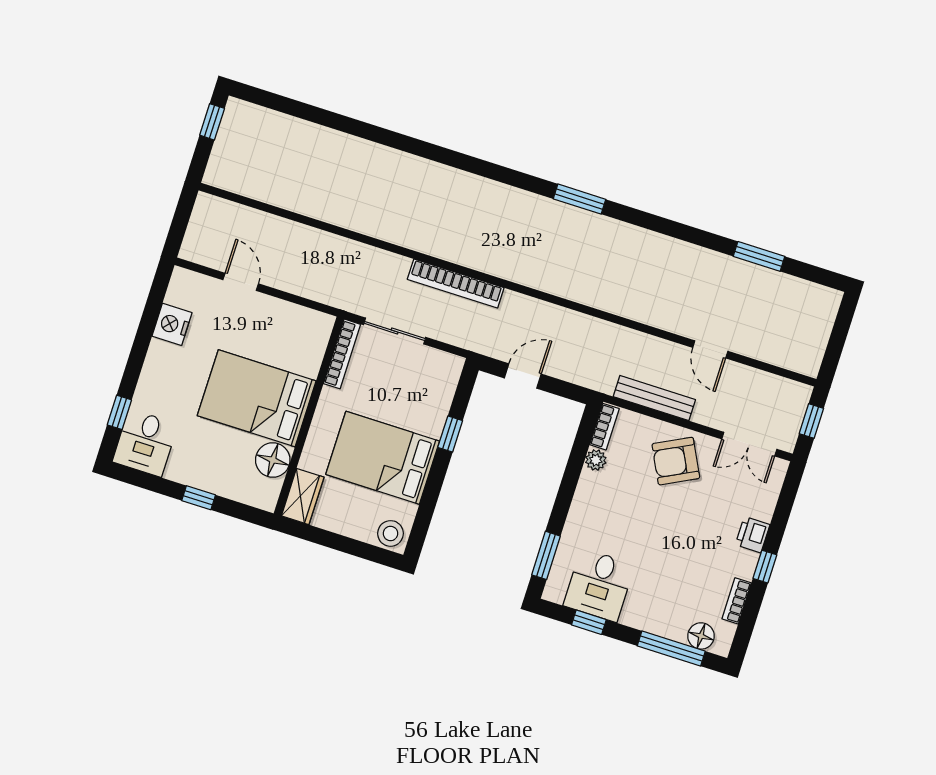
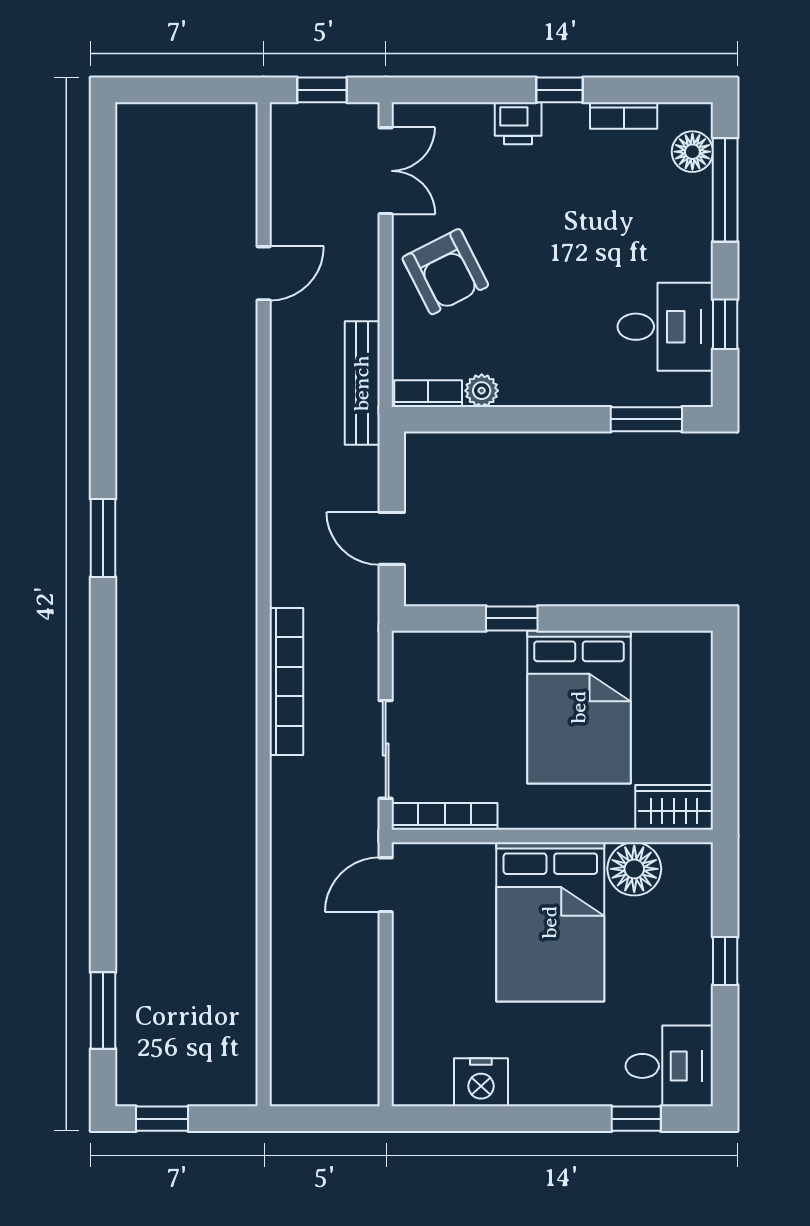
window: (759, 256) -> (103, 1010), moved
door: (241, 282) -> (386, 885), moved
bench: (654, 398) -> (362, 383), moved
stool: (391, 533) -> (687, 660), removed

